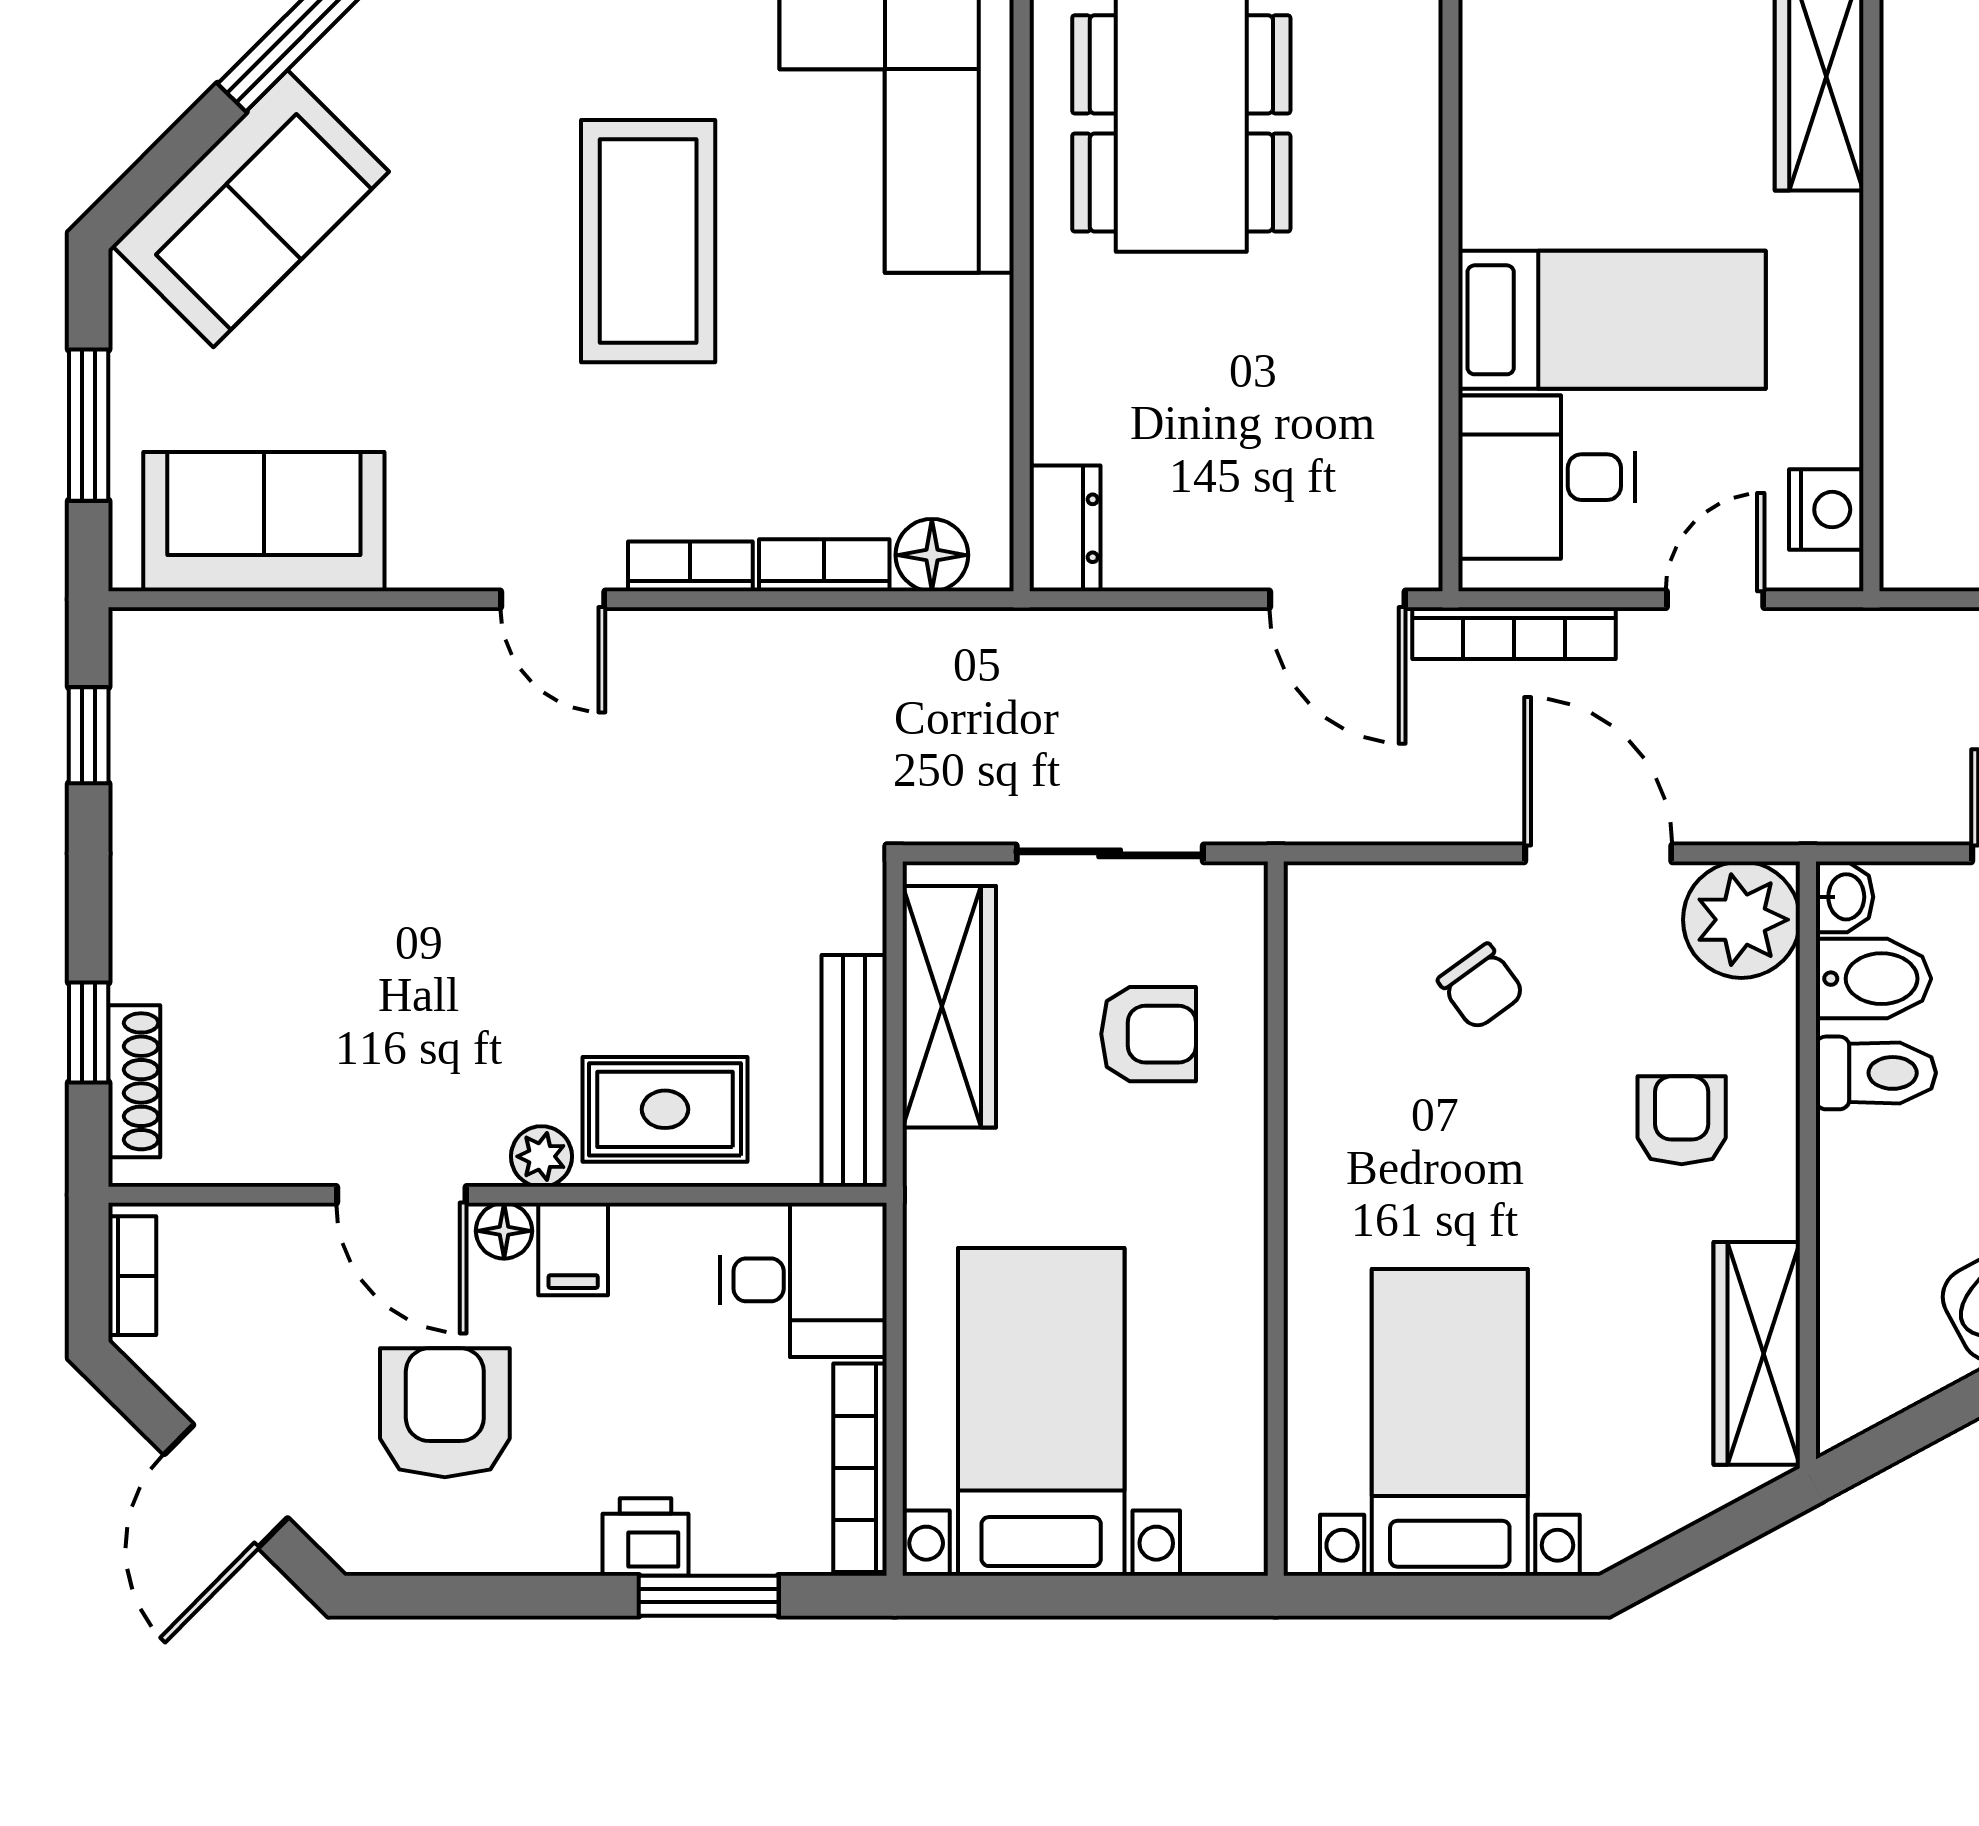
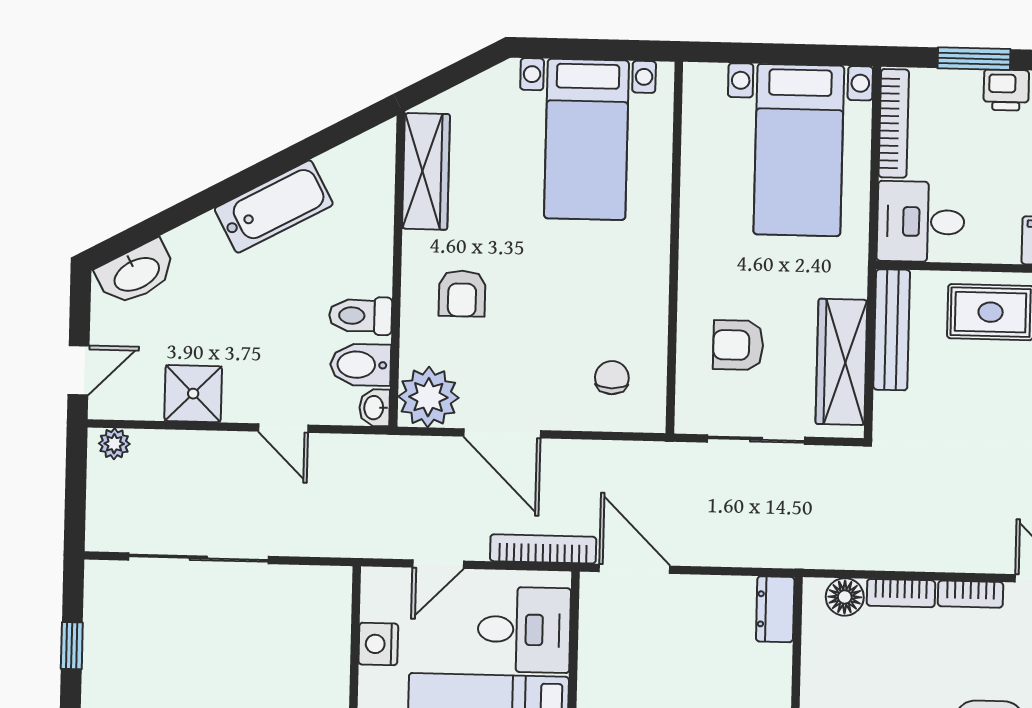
nightstand: (1826, 510) -> (378, 644), moved
chair: (1481, 987) -> (612, 378), moved, turned 36

